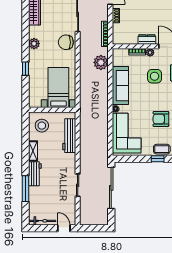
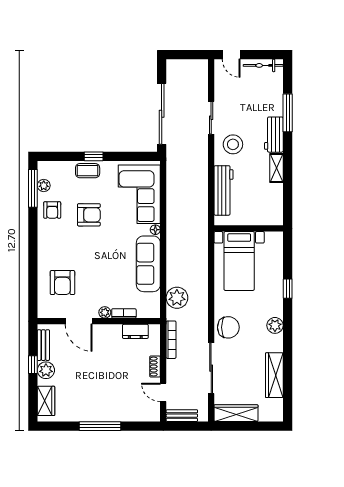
dresser: (147, 39) -> (135, 331), moved
side table: (155, 76) -> (98, 278), removed
stool: (42, 126) -> (233, 144), moved

